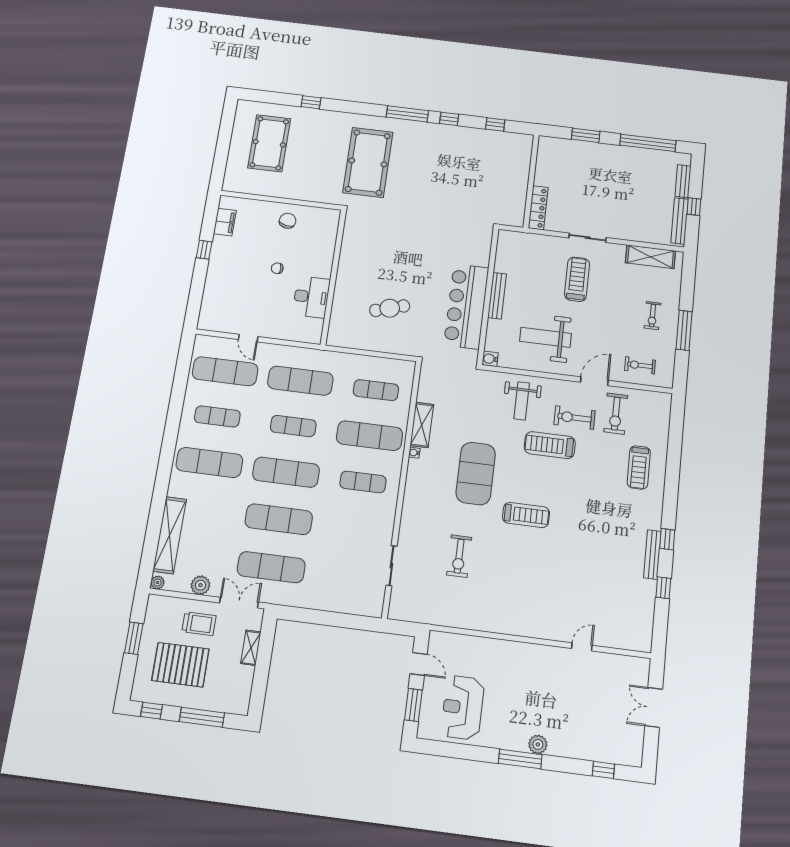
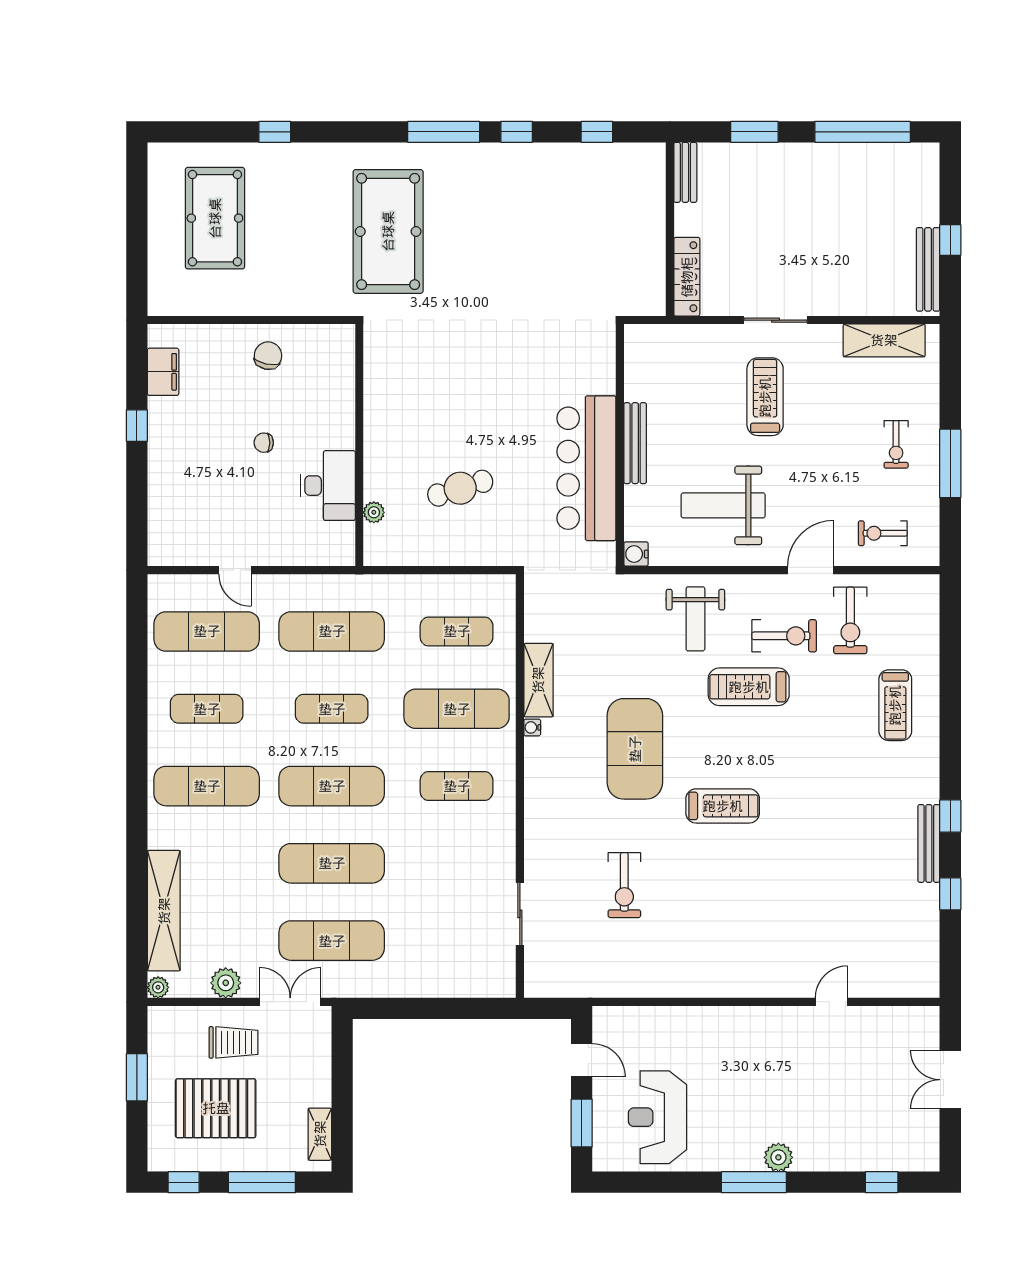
bench: (683, 181) -> (685, 172), moved
plant: (336, 315) -> (374, 512), added
exercise bike: (575, 418) -> (784, 636), turned 180
shelving: (251, 648) -> (320, 1134), moved

